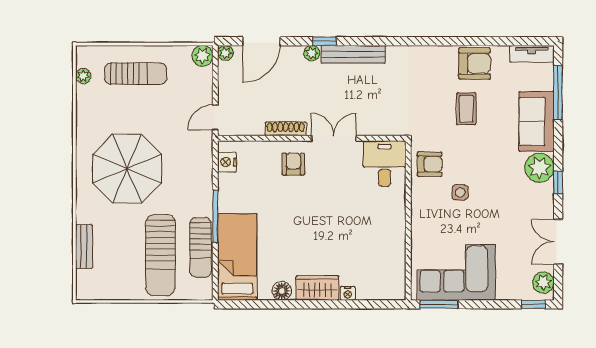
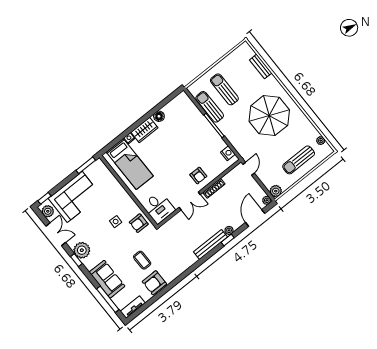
plant: (539, 168) -> (82, 250), moved
sun lounger: (160, 255) -> (224, 89), width x0.73, depth x0.75
bed: (237, 257) -> (130, 164), moved
corner sofa: (456, 272) -> (75, 197), moved

